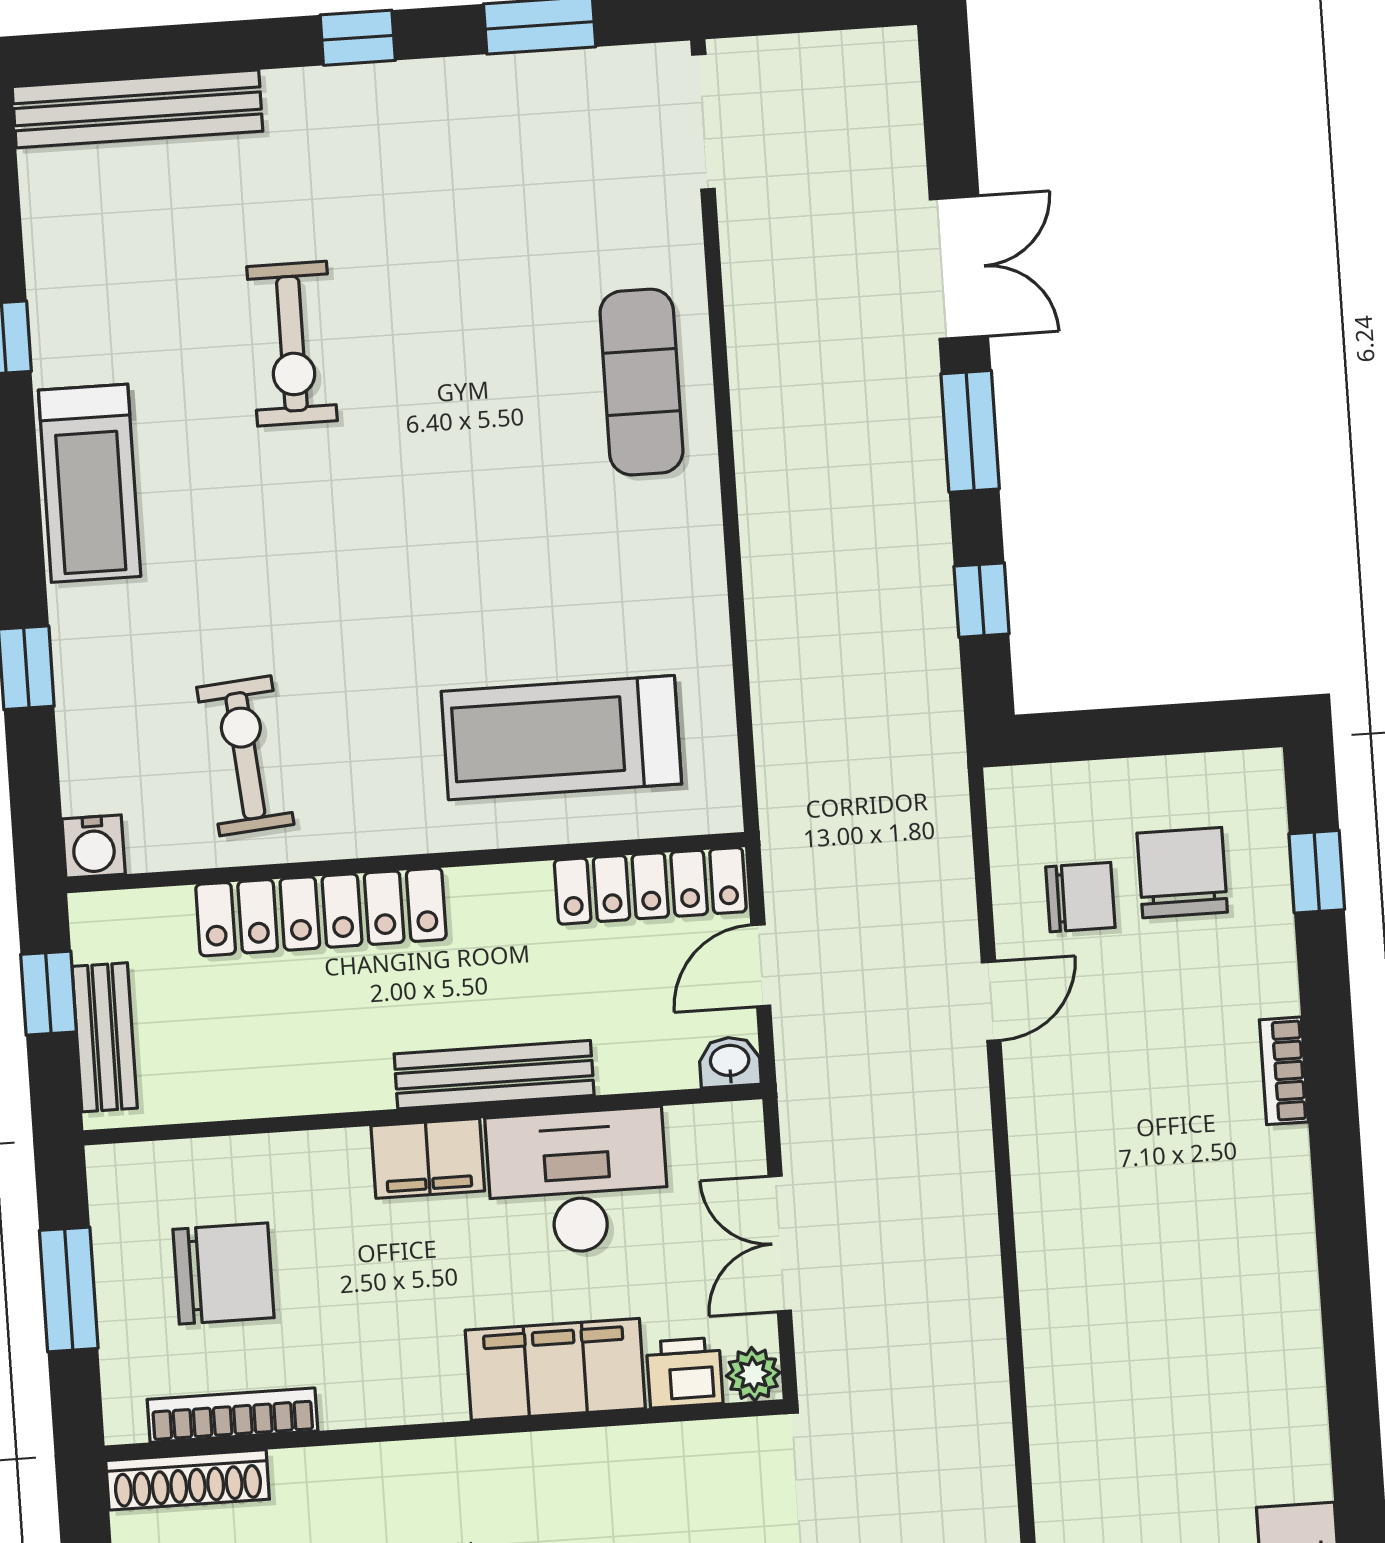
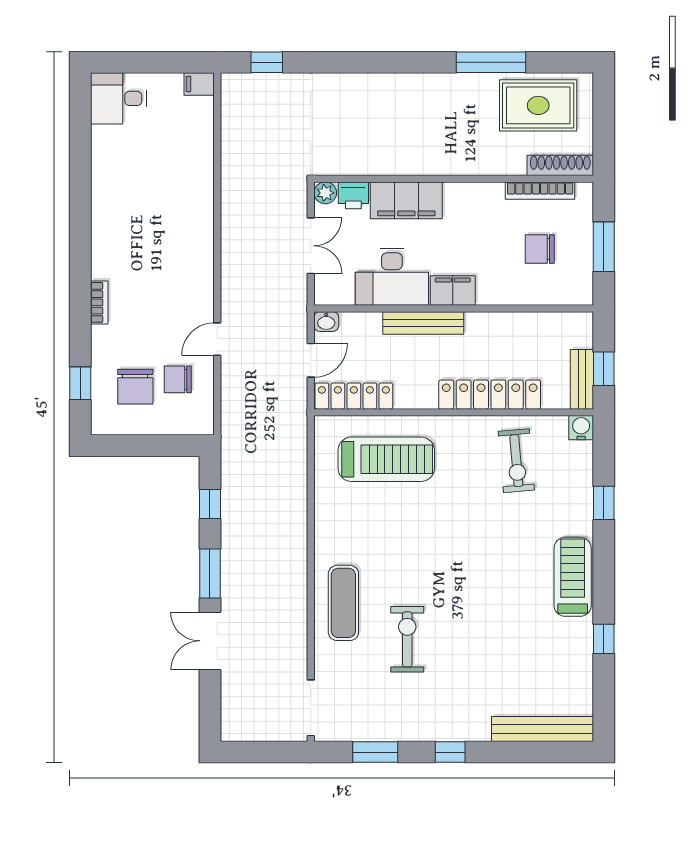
exercise bike: (292, 344) -> (407, 639), moved
bench: (105, 1037) -> (582, 379), moved
chair: (223, 1274) -> (540, 249), width x0.73, depth x0.73

